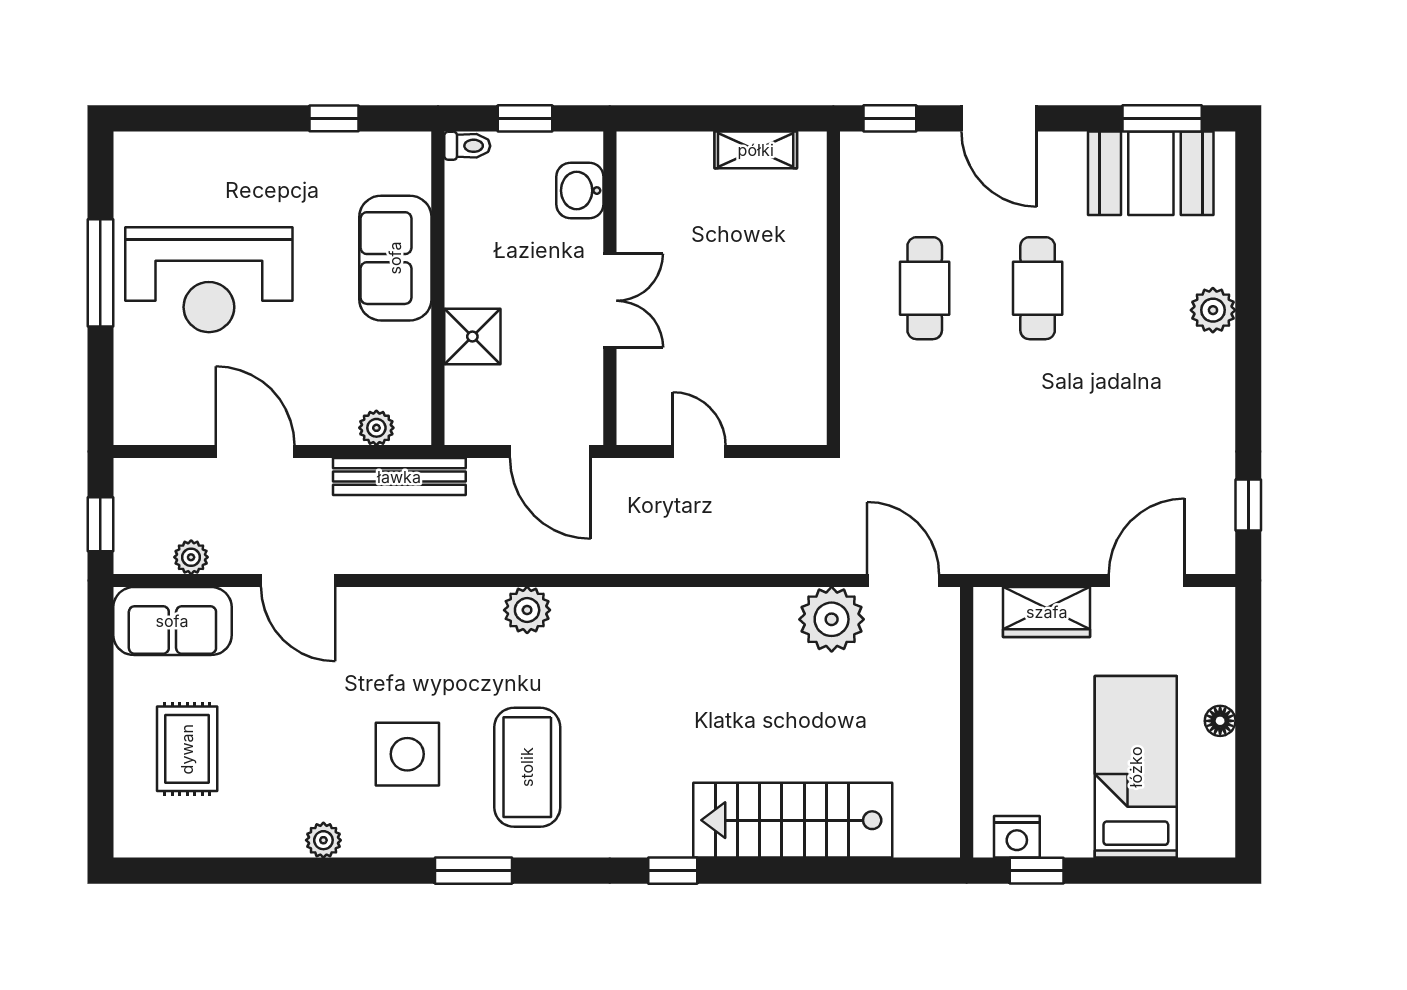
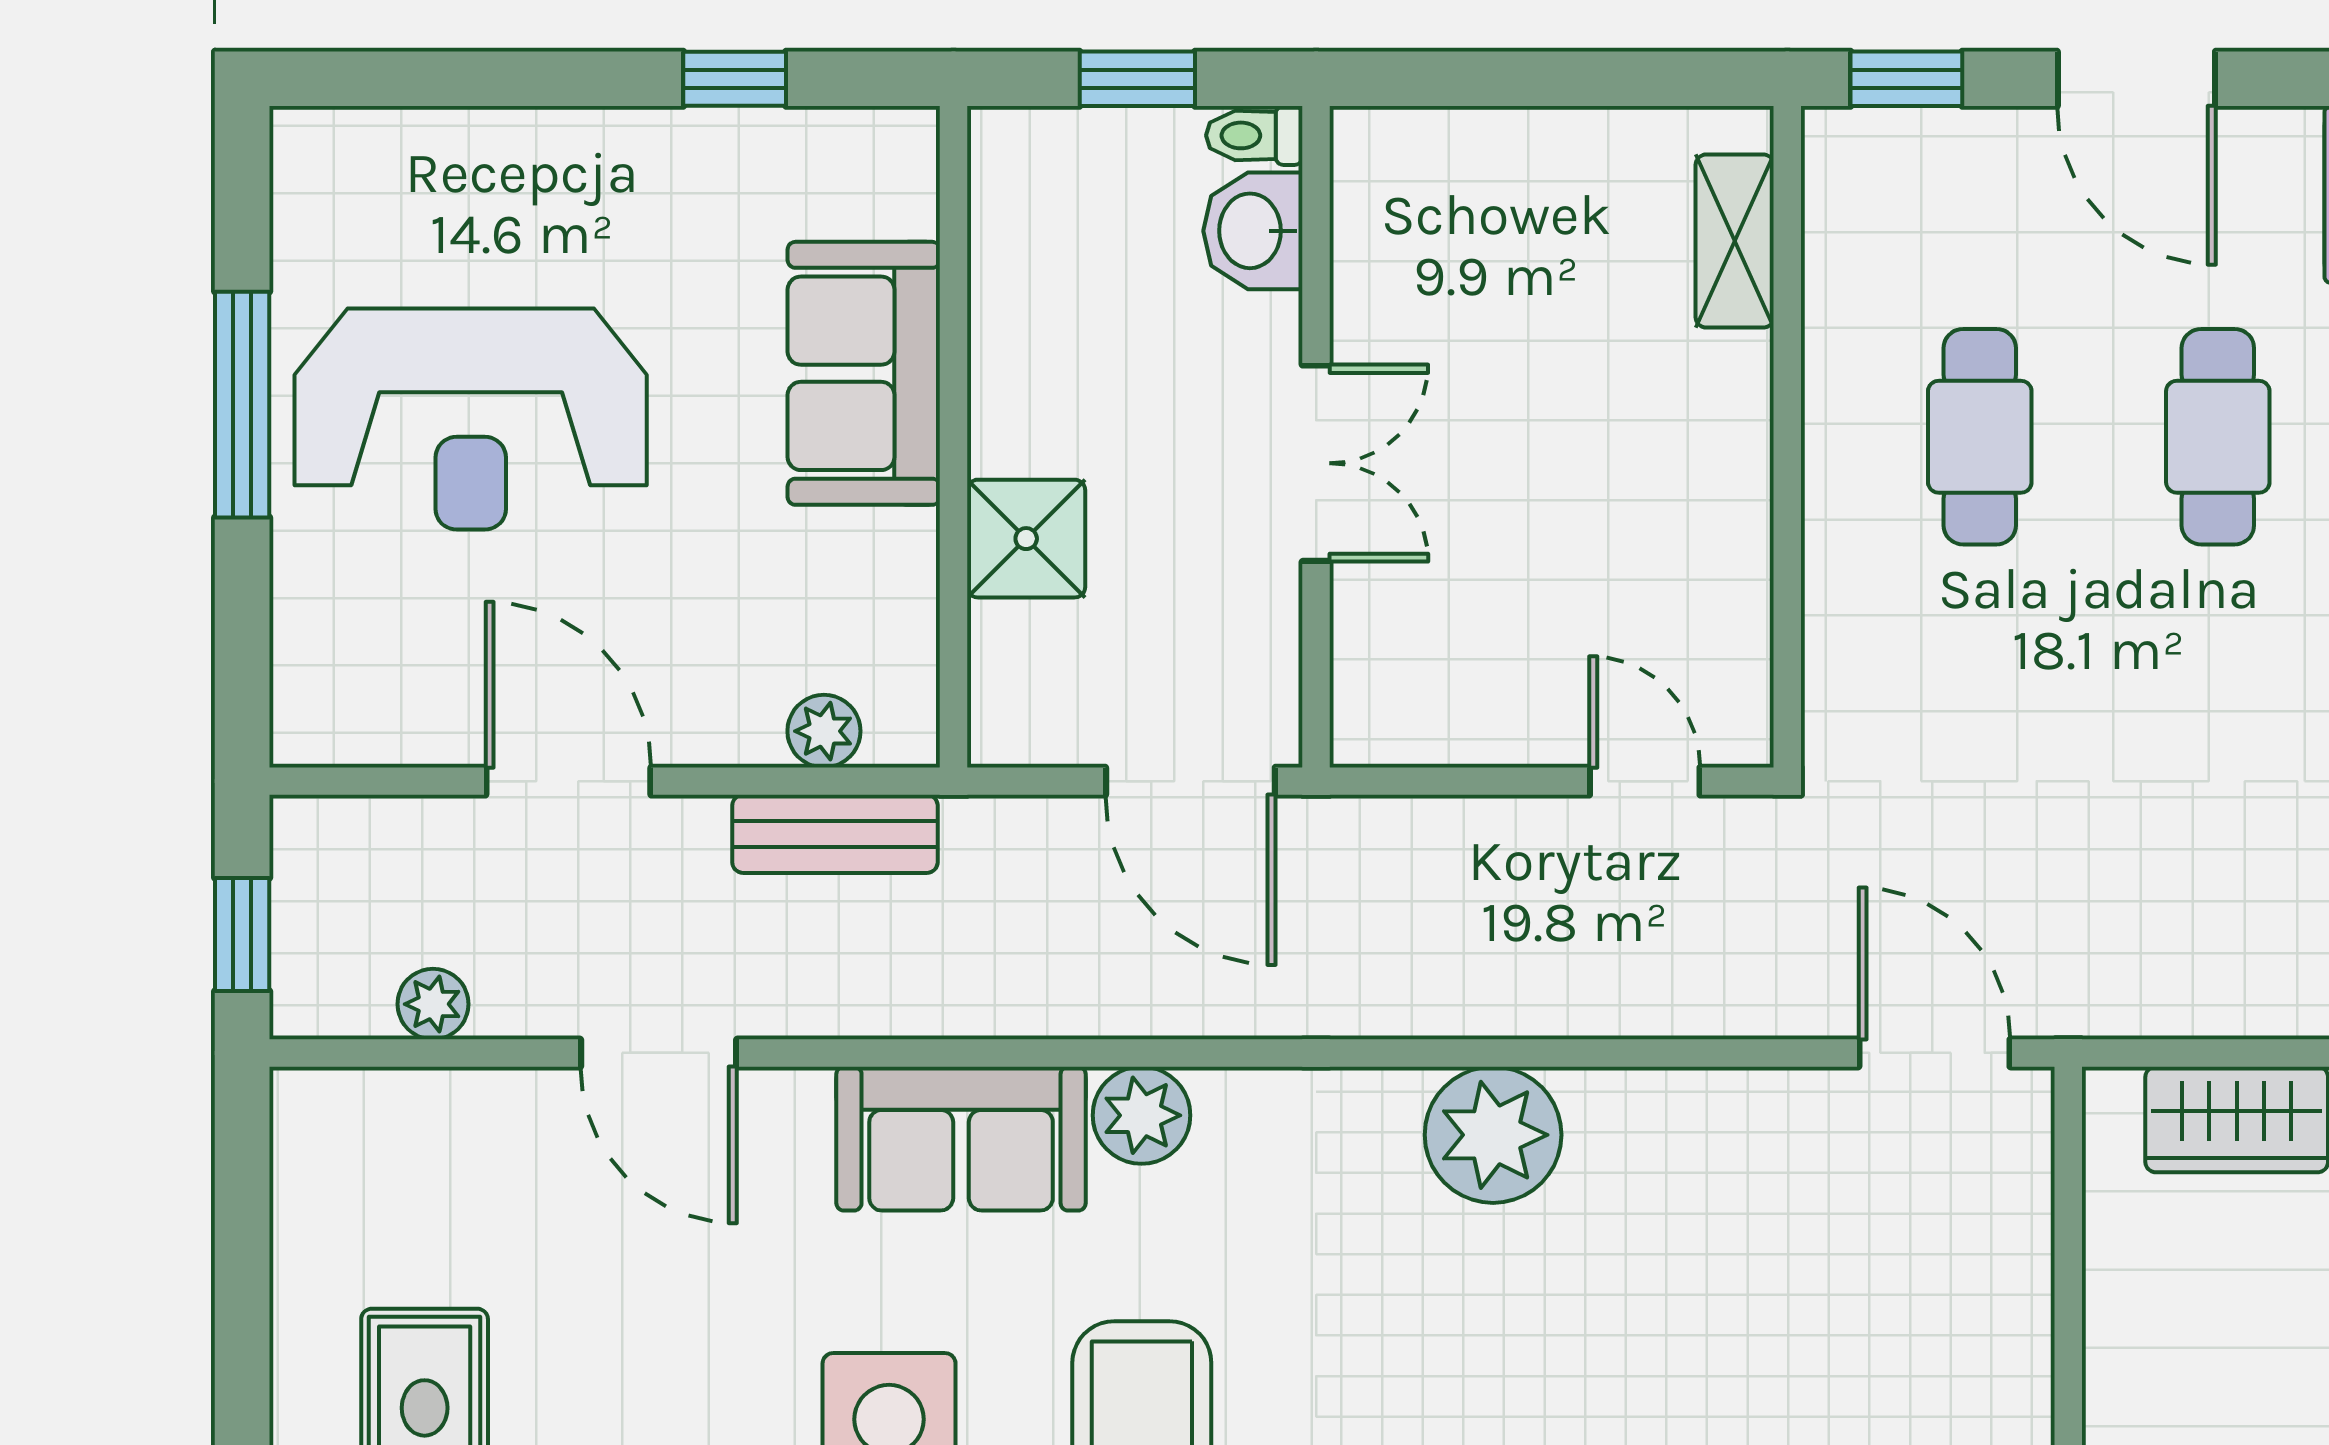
toilet: (467, 146) -> (1254, 135), moved, turned 180
shelving: (756, 150) -> (1735, 241), moved, turned 90
door: (699, 452) -> (1645, 781), moved
bench: (399, 477) -> (835, 834), width x0.73
plant: (832, 619) -> (1493, 1135), moved
sofa: (172, 621) -> (961, 1139), moved

